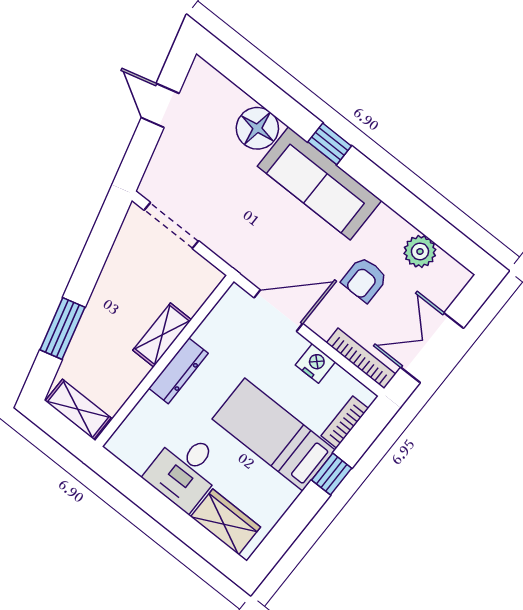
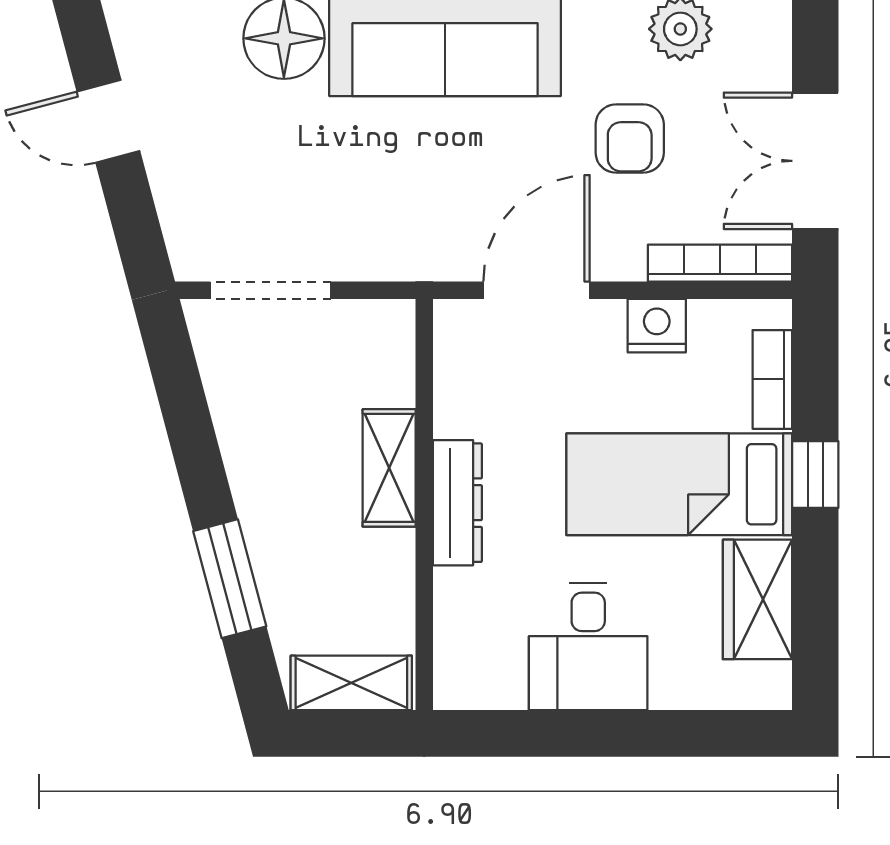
wardrobe: (226, 522) -> (757, 599), moved, turned -90

